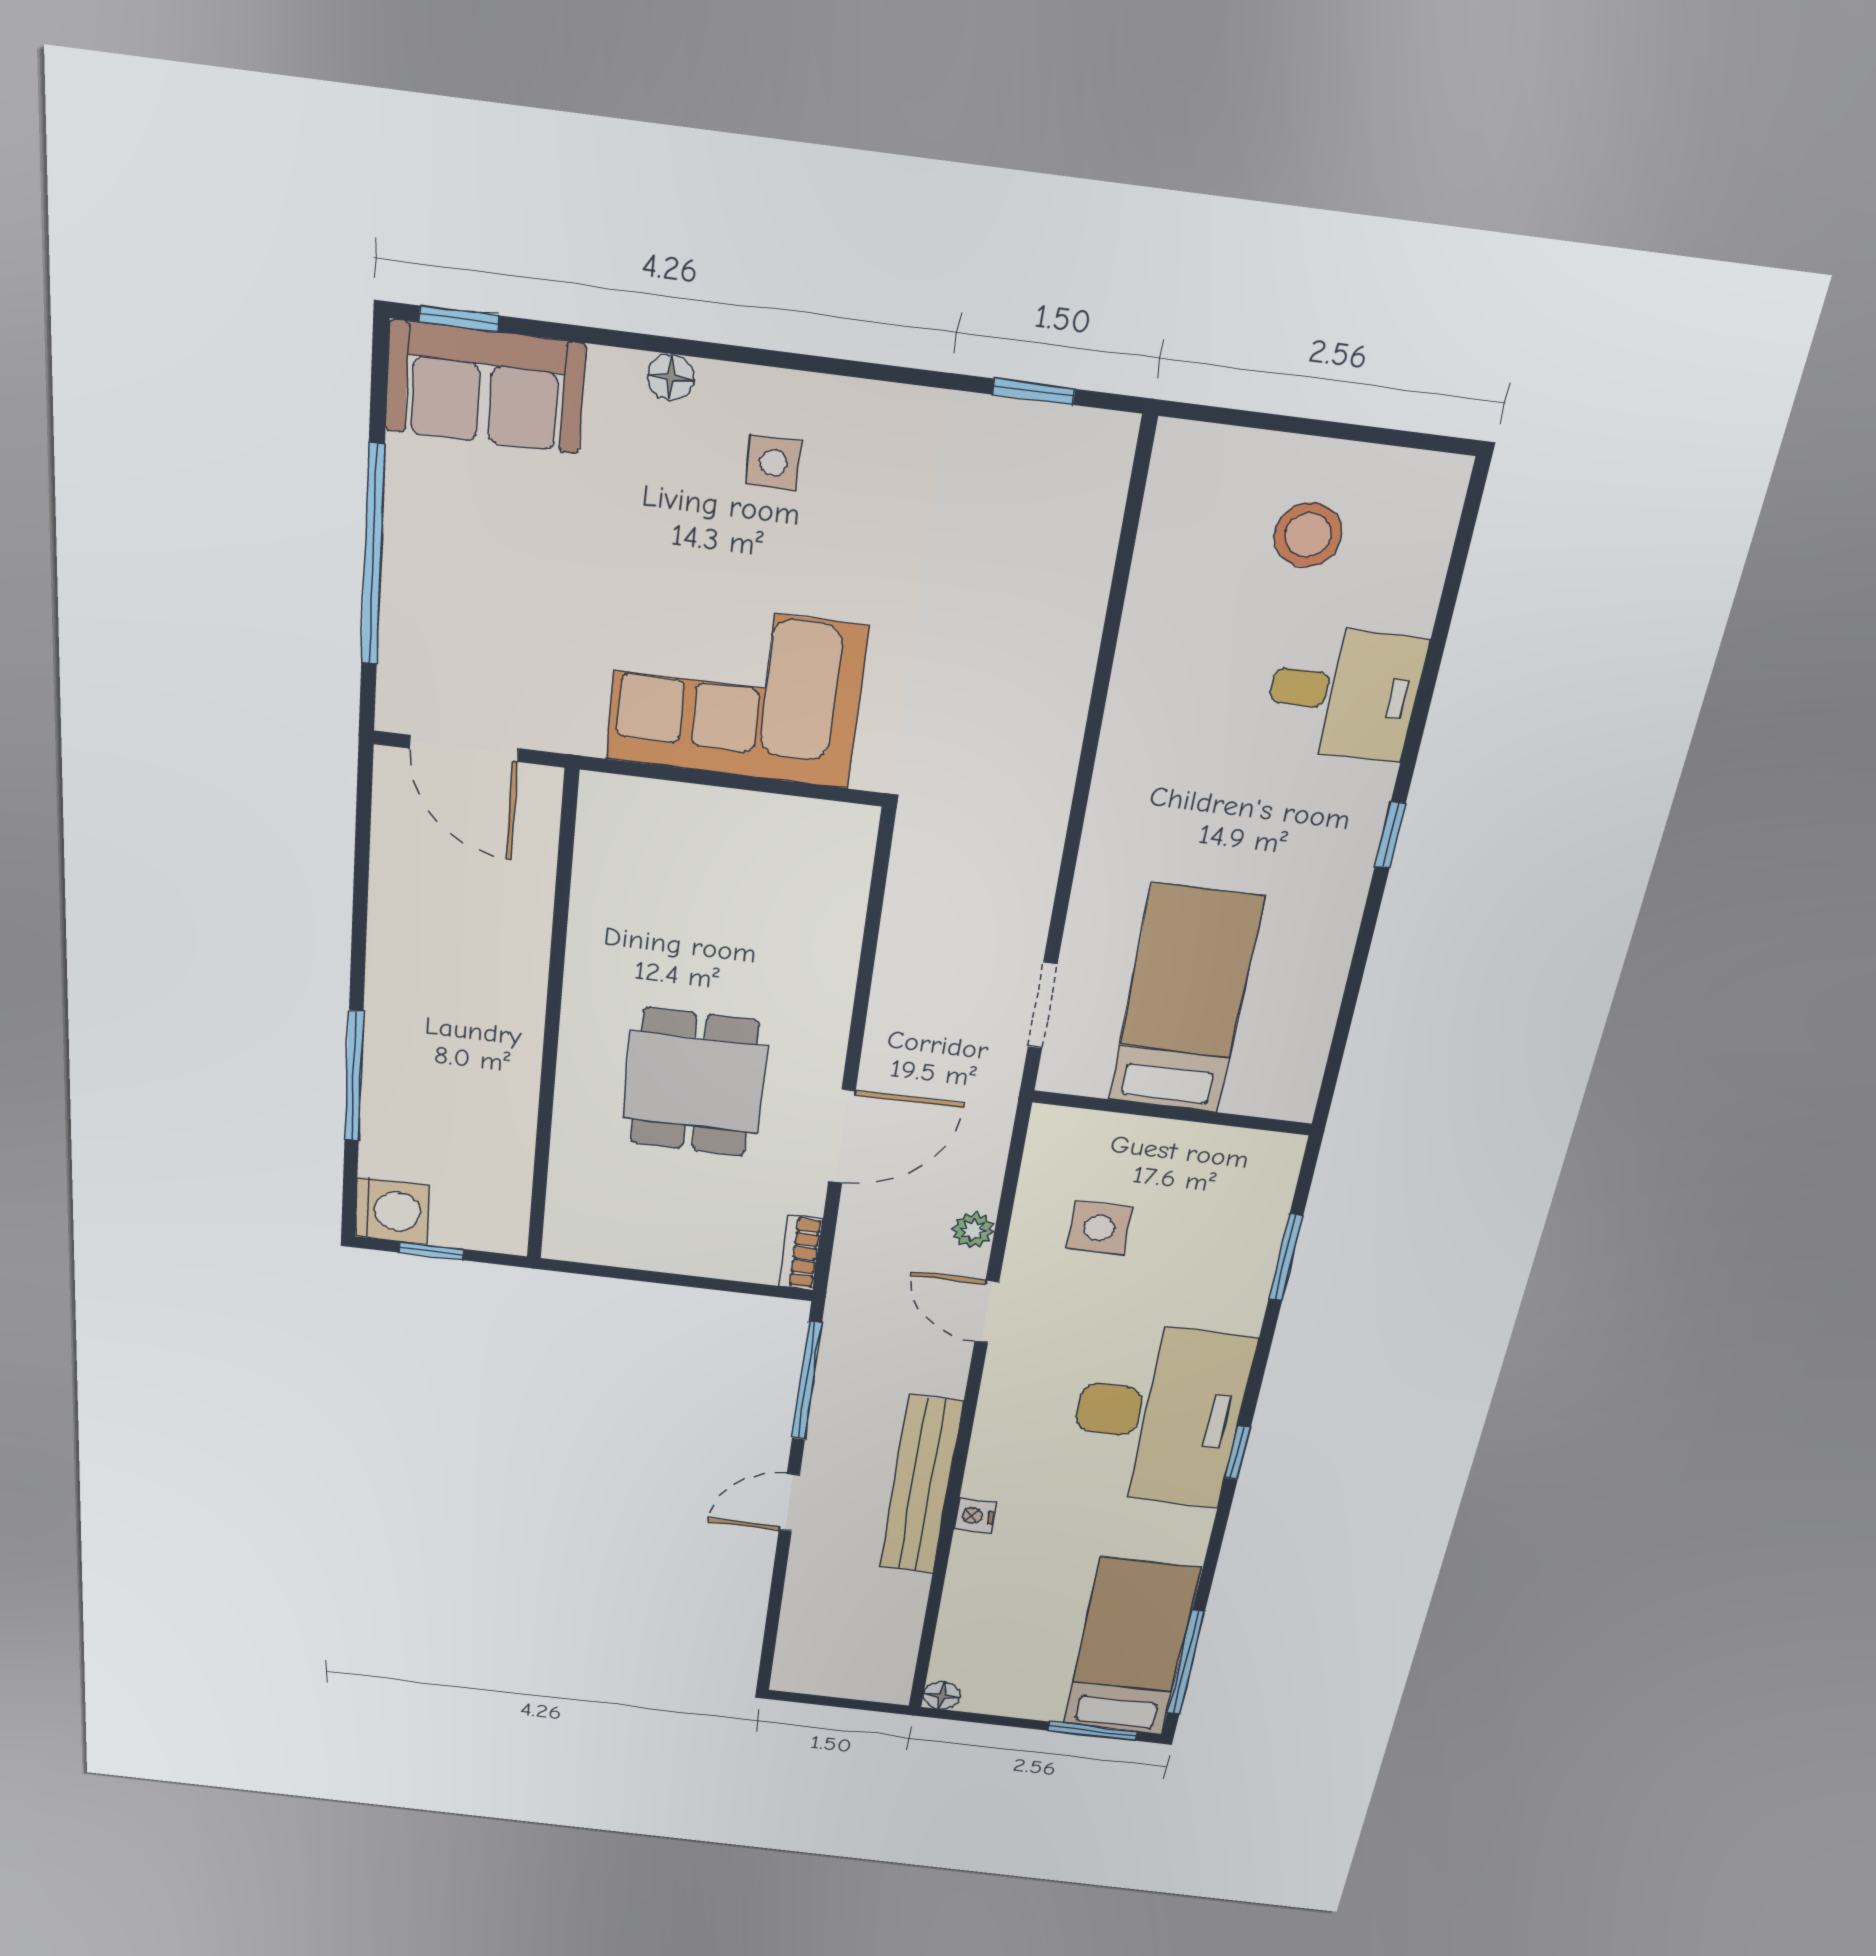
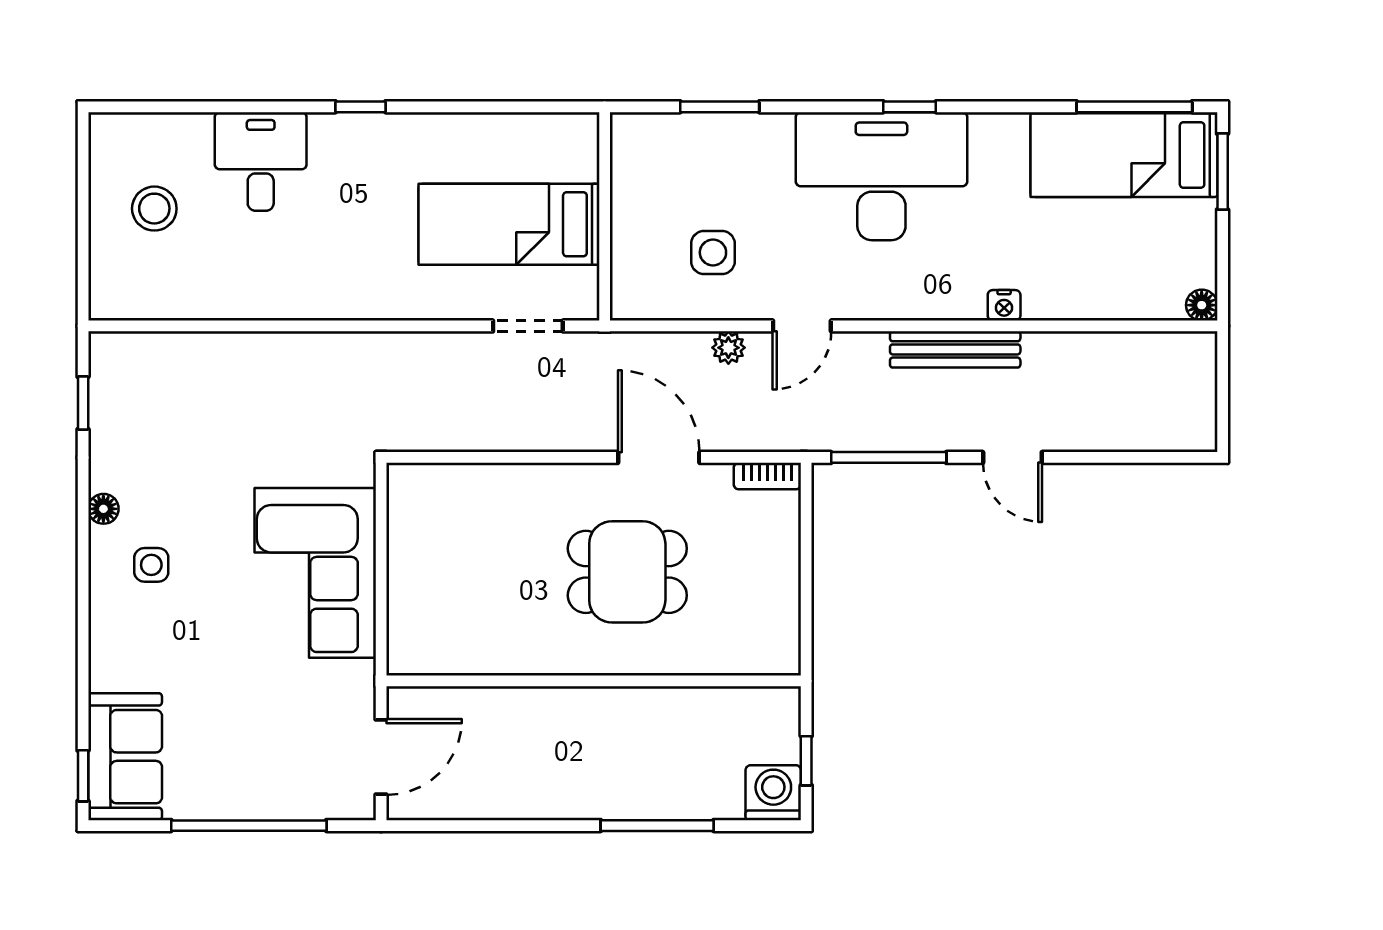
floor lamp: (671, 377) -> (103, 509), moved
bench: (921, 1485) -> (955, 349), width x0.73, depth x0.82

